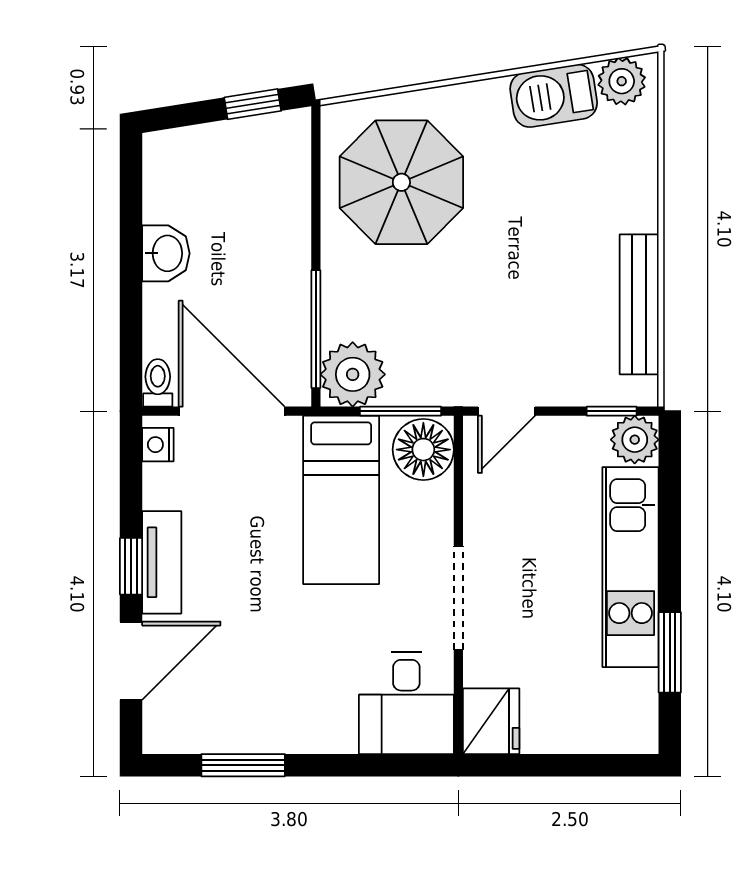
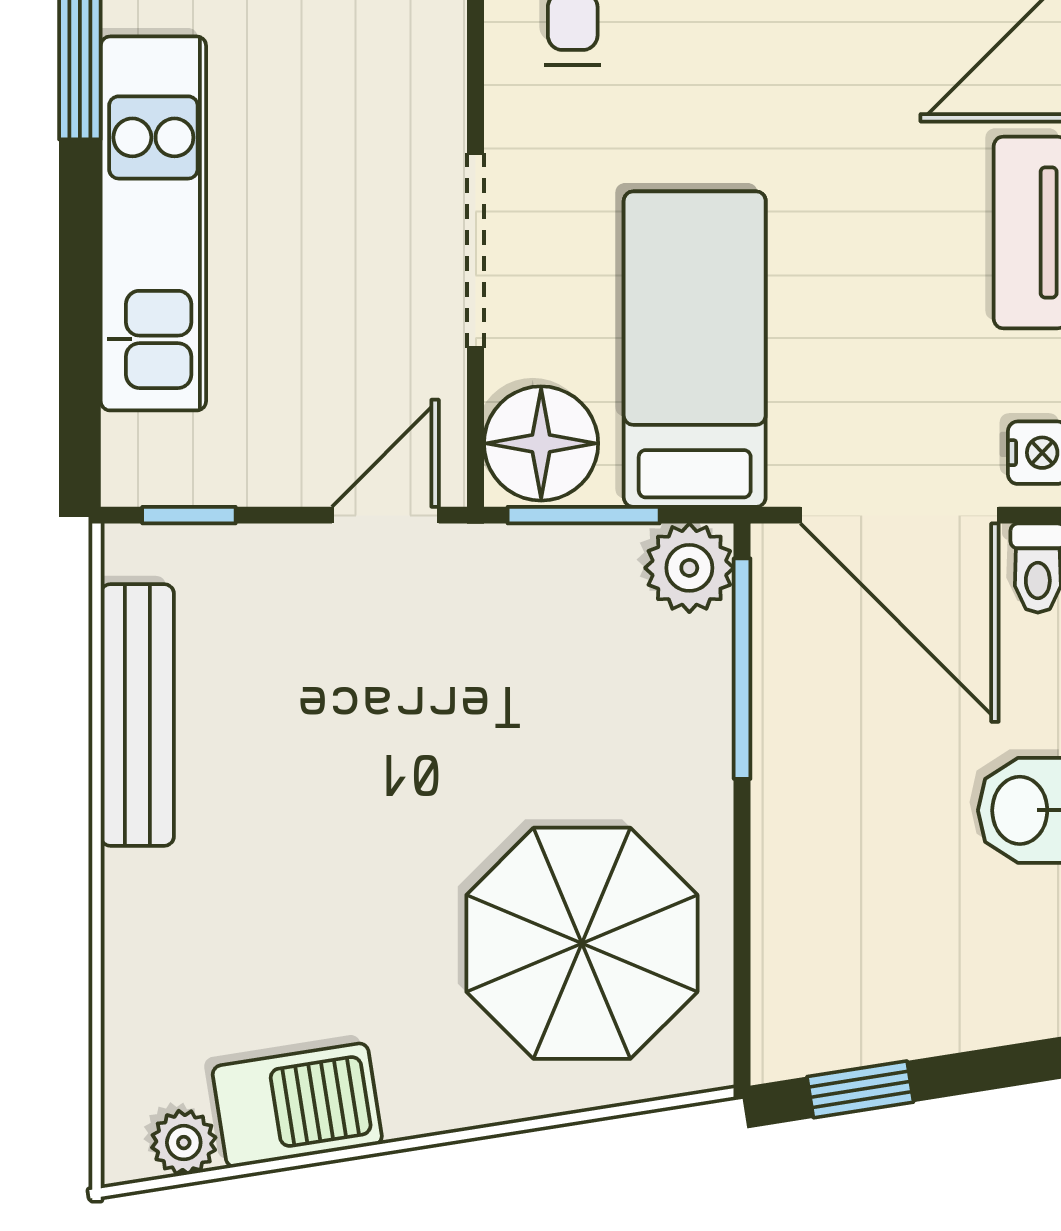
plant: (622, 81) -> (184, 1143), width x0.73, depth x0.73
plant: (353, 374) -> (689, 568), width x0.73, depth x0.73
plant: (635, 440) -> (146, 462), removed
doorway: (458, 598) -> (476, 250), moved

